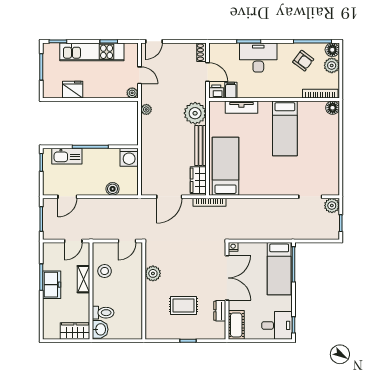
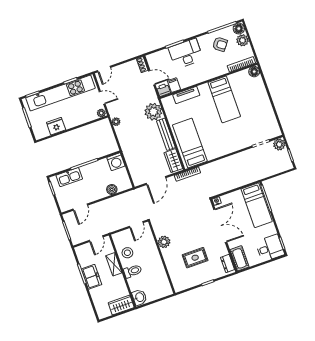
kitchen unit: (92, 52) -> (60, 93), width x1.36
dresser: (220, 311) -> (227, 263), moved
toilet: (103, 313) -> (133, 271), moved

